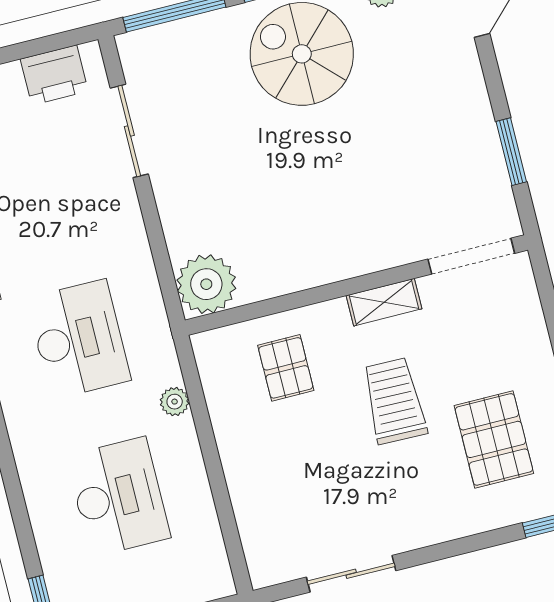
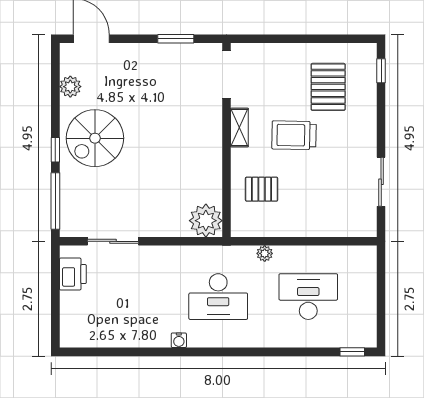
desk: (79, 339) -> (218, 297), turned 180
pallet: (494, 439) -> (328, 87), turned 90

